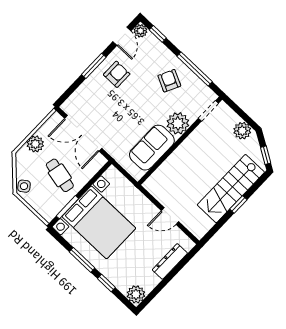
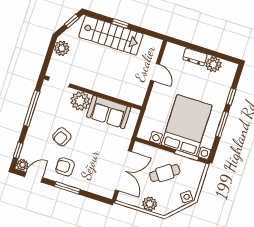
armchair: (169, 81) -> (62, 137), moved
cafe table: (60, 175) -> (165, 173), turned 43
dresser: (170, 261) -> (195, 57), width x0.70
plant: (136, 294) -> (213, 64), moved

